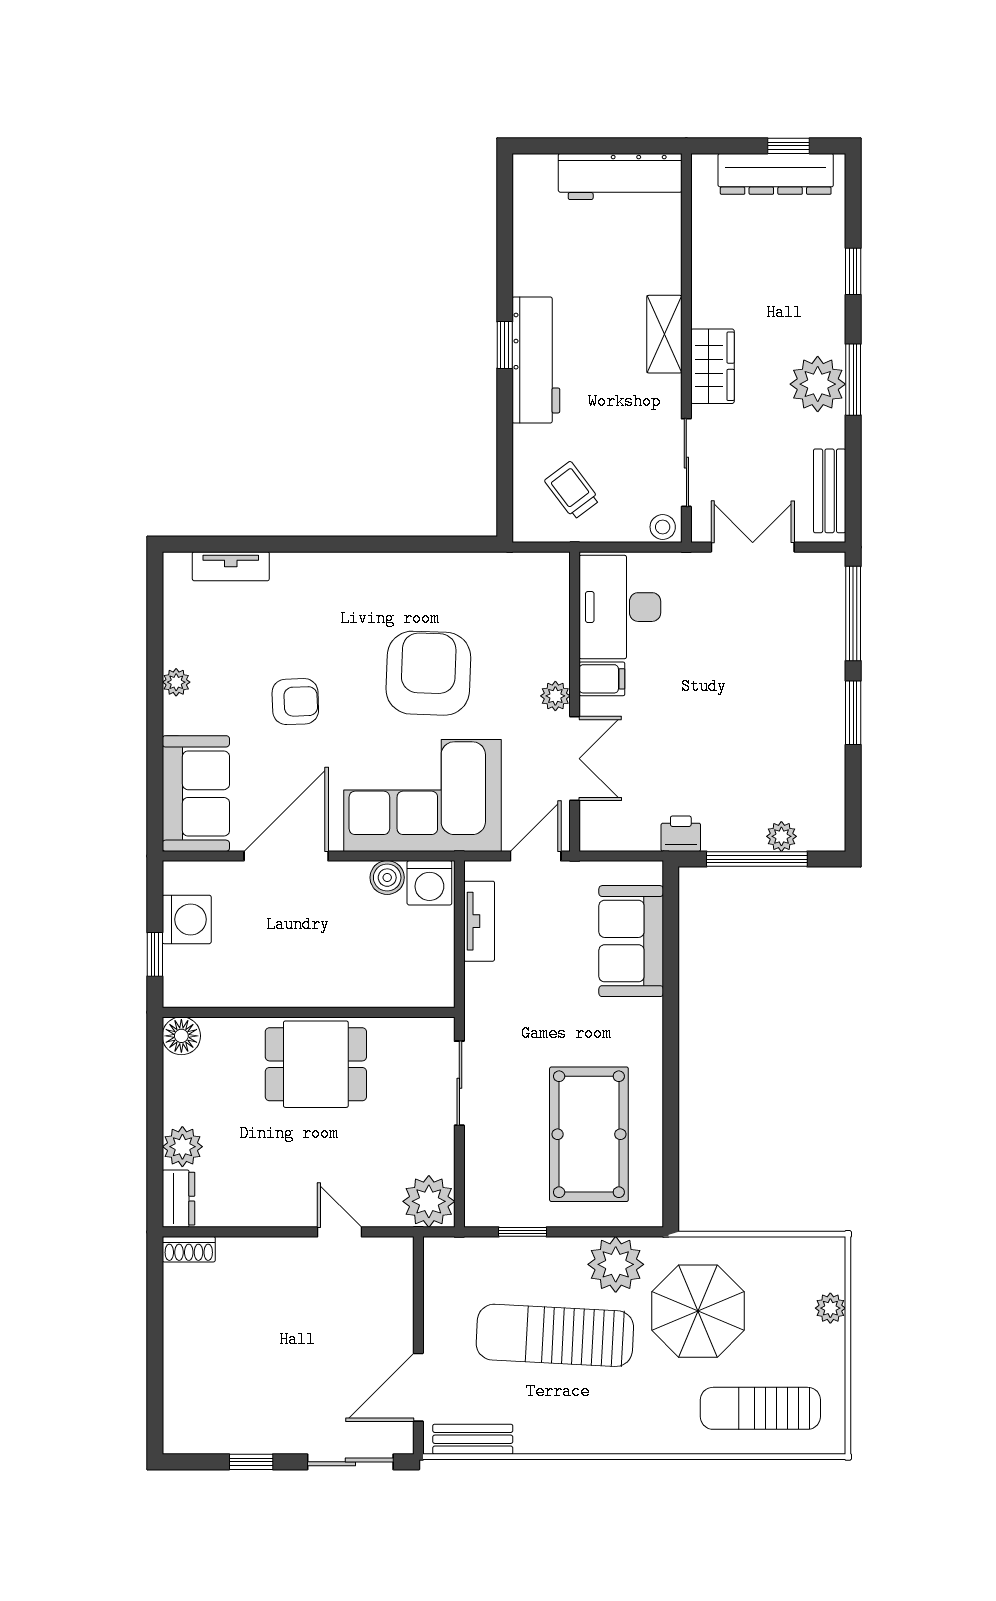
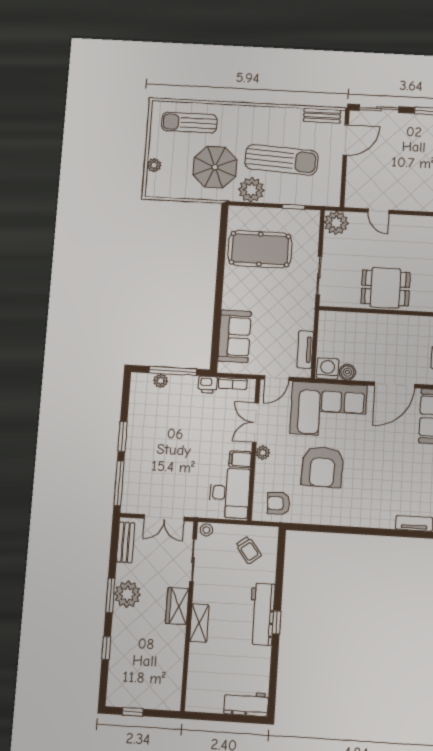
dresser: (776, 174) -> (140, 698), removed
workbench: (620, 177) -> (246, 704), moved, width x0.73
armchair: (295, 702) -> (278, 503), moved
bookcase: (628, 840) -> (233, 383), added
pool table: (589, 1134) -> (260, 249), turned 90
sun lounger: (760, 1408) -> (189, 123), turned 180

